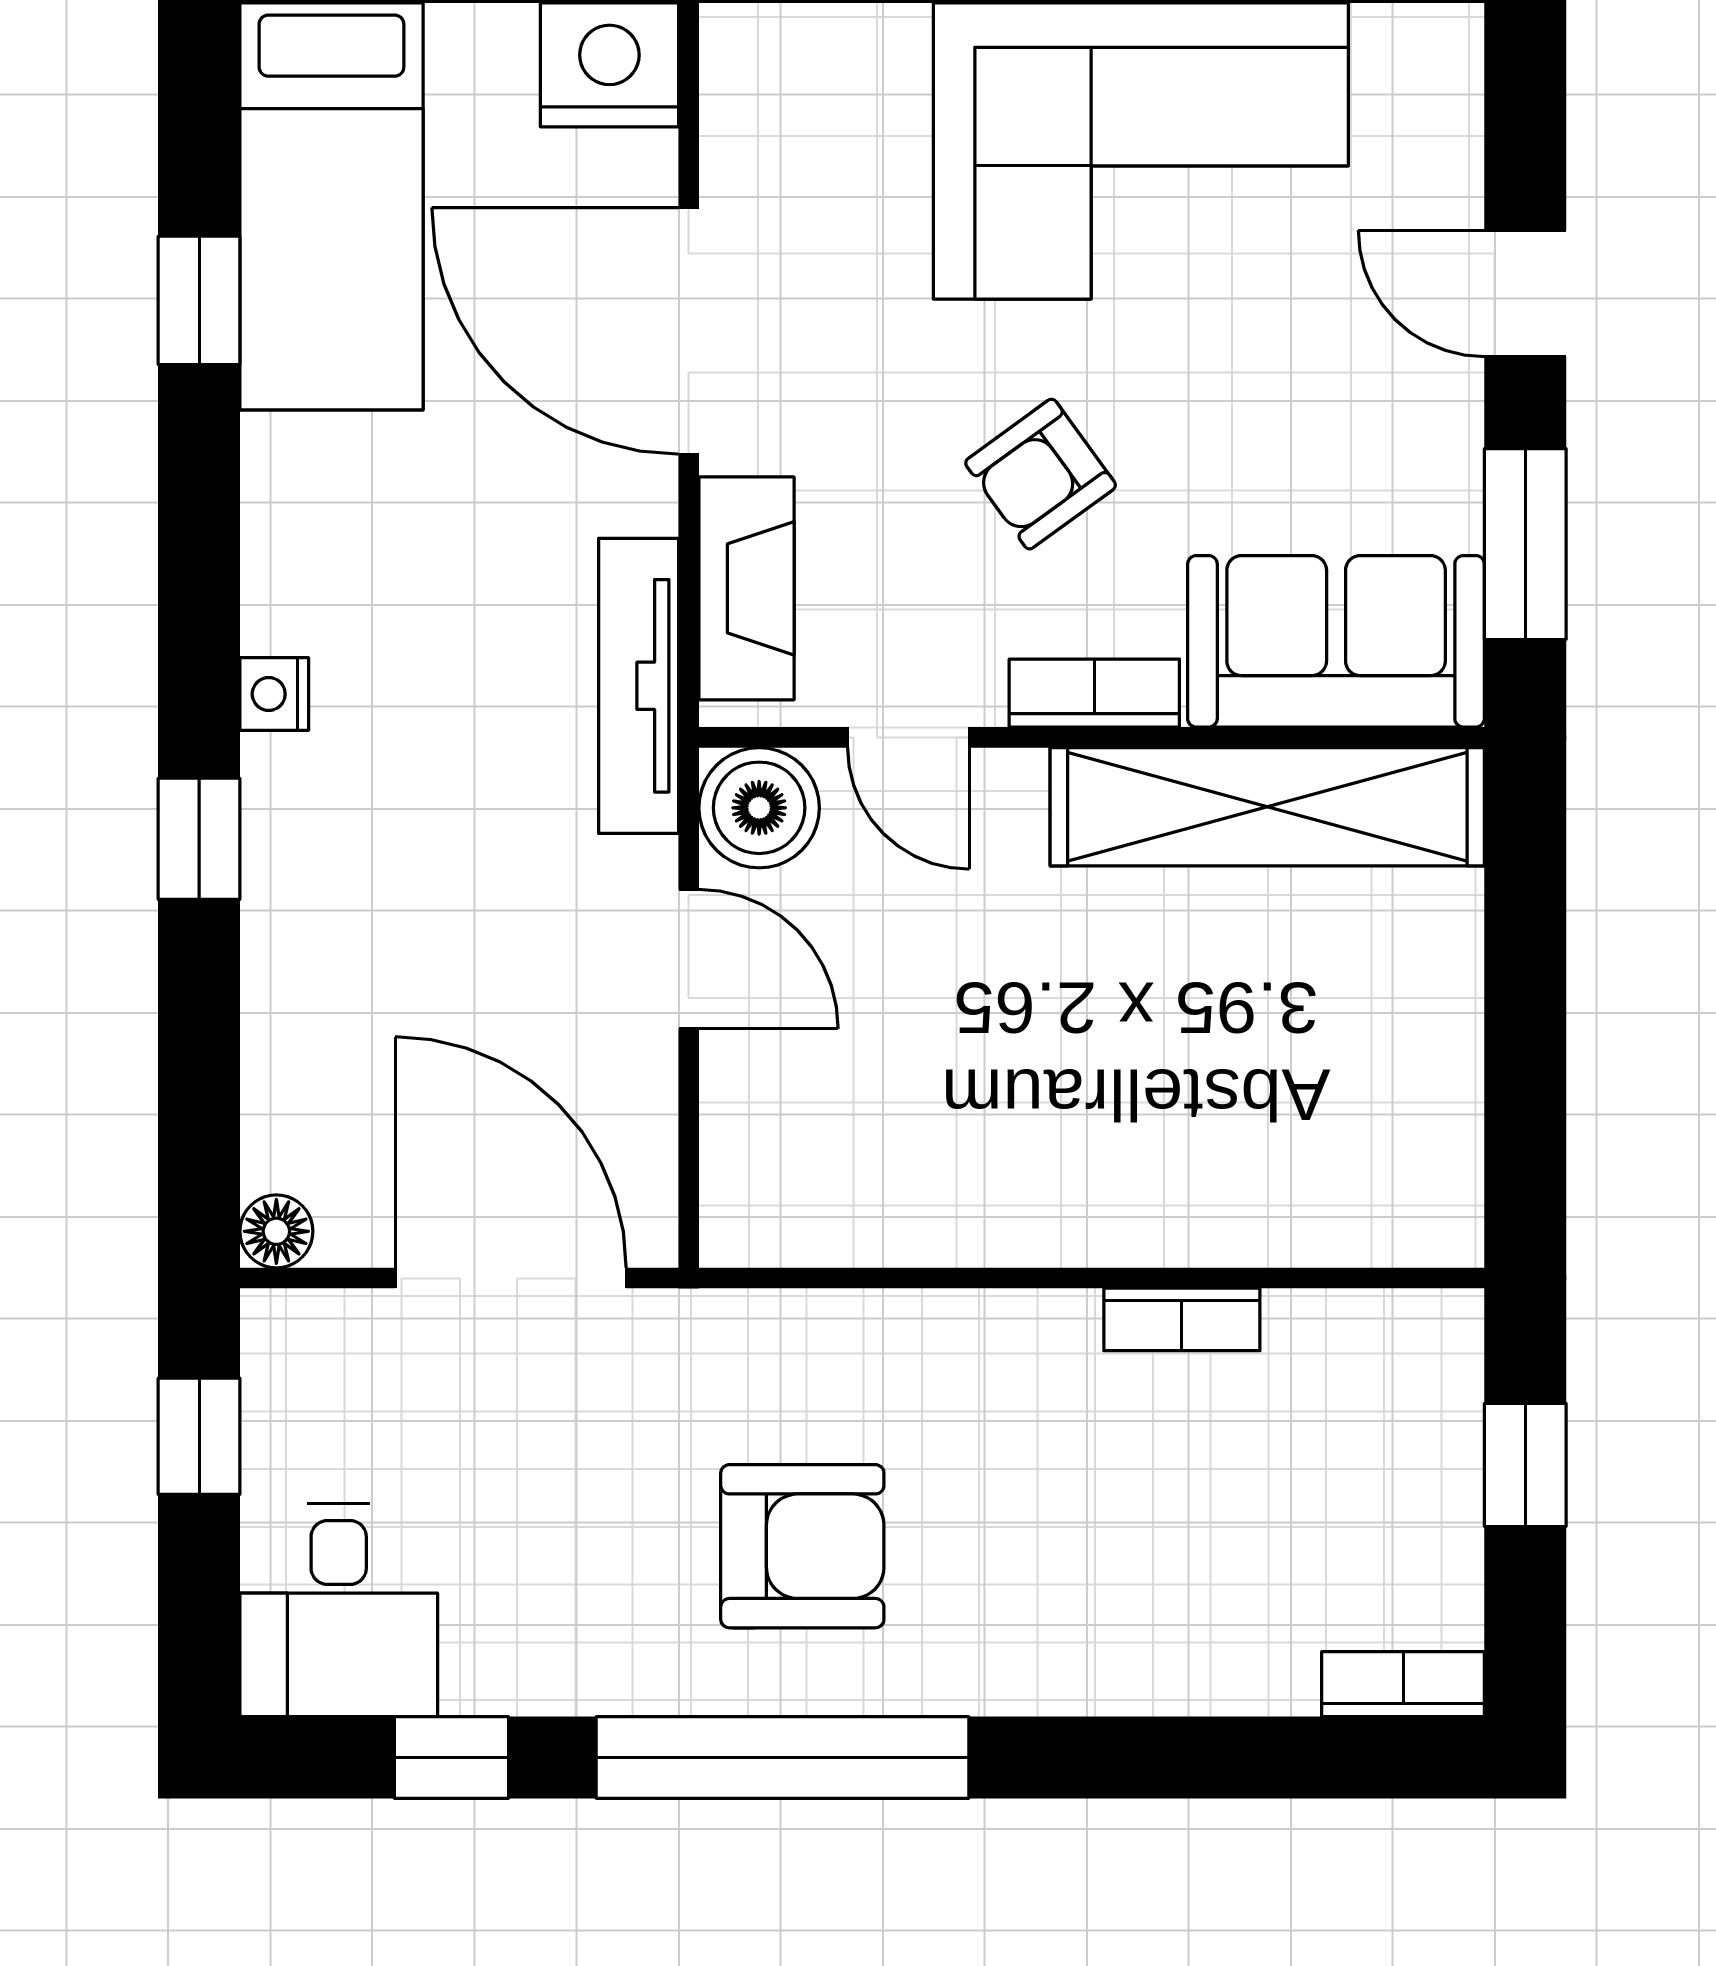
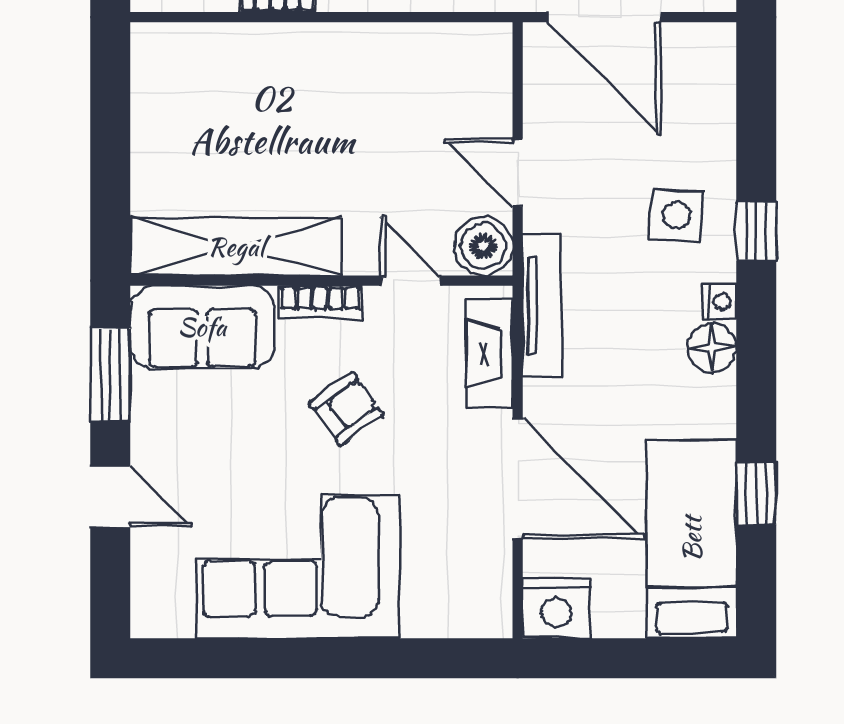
side table: (363, 871) -> (677, 216), added
floor lamp: (276, 1231) -> (712, 348), moved, width x1.37, depth x1.37

